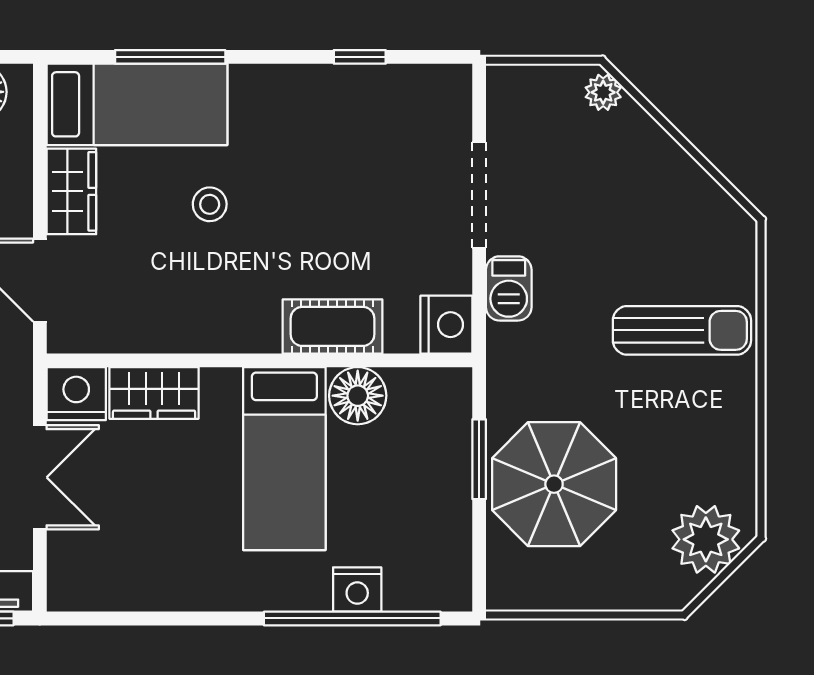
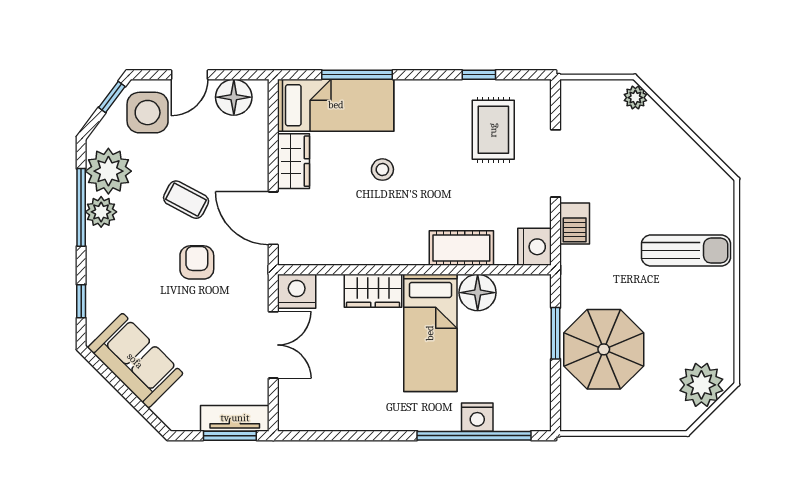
rug: (382, 143) -> (493, 130), added
wardrobe: (154, 393) -> (373, 291), moved

